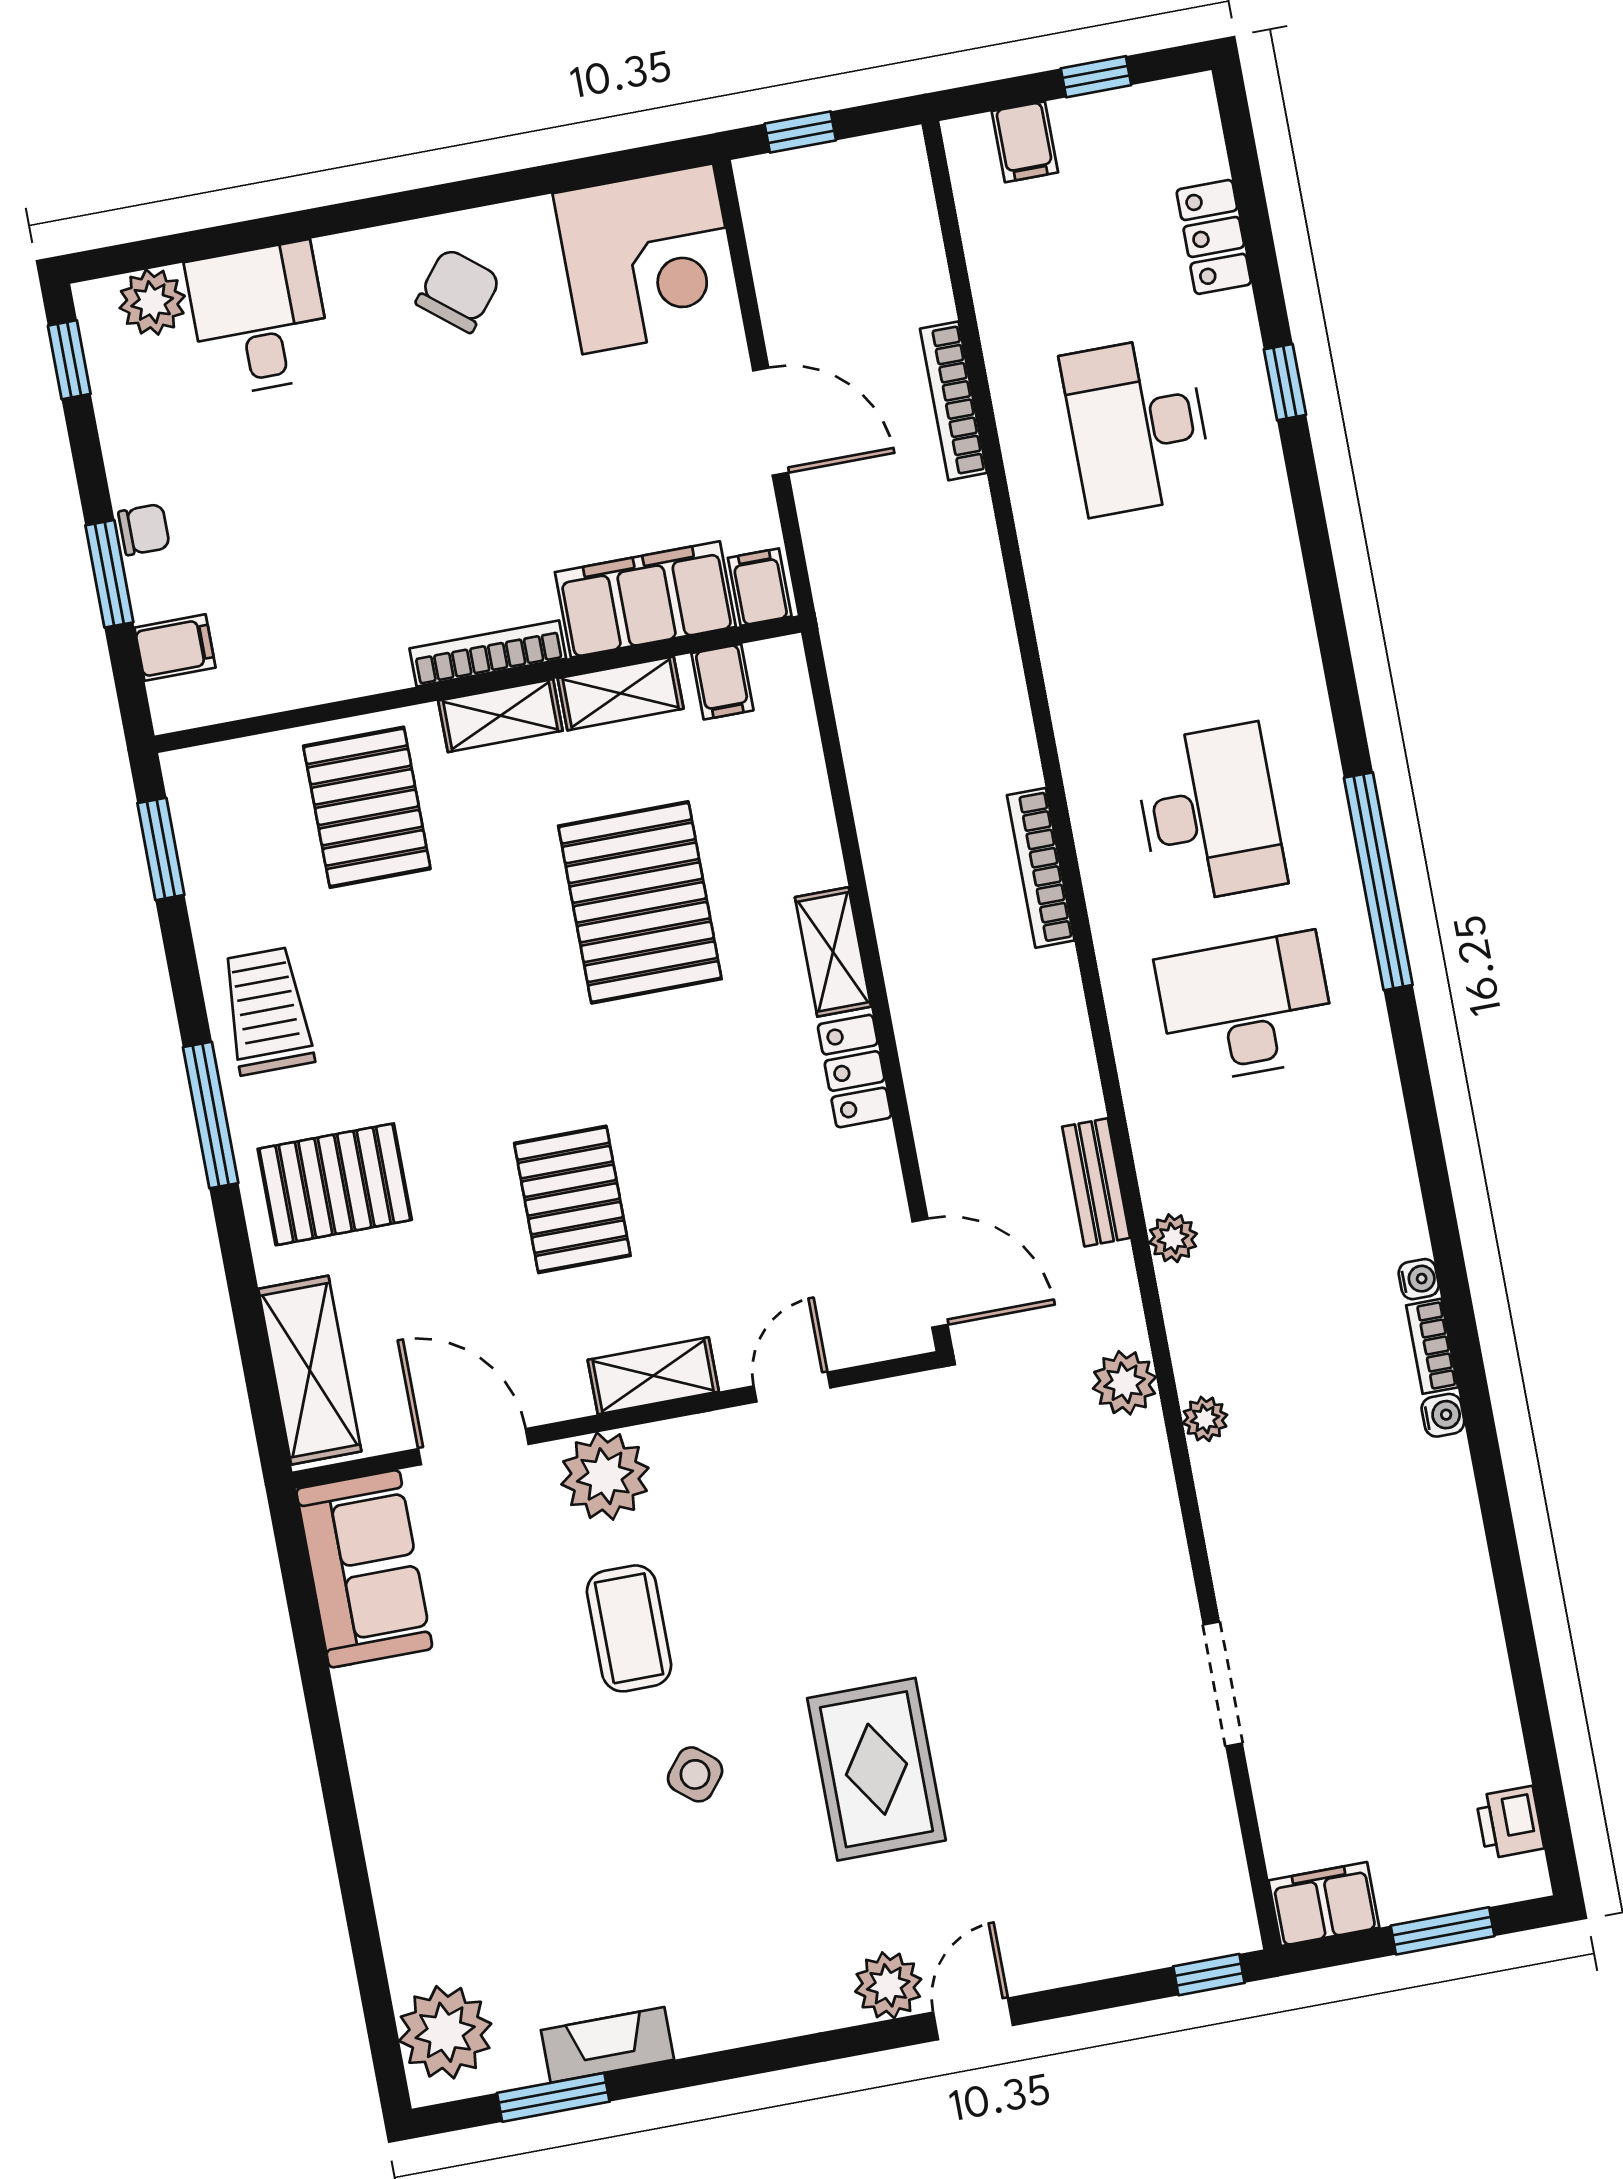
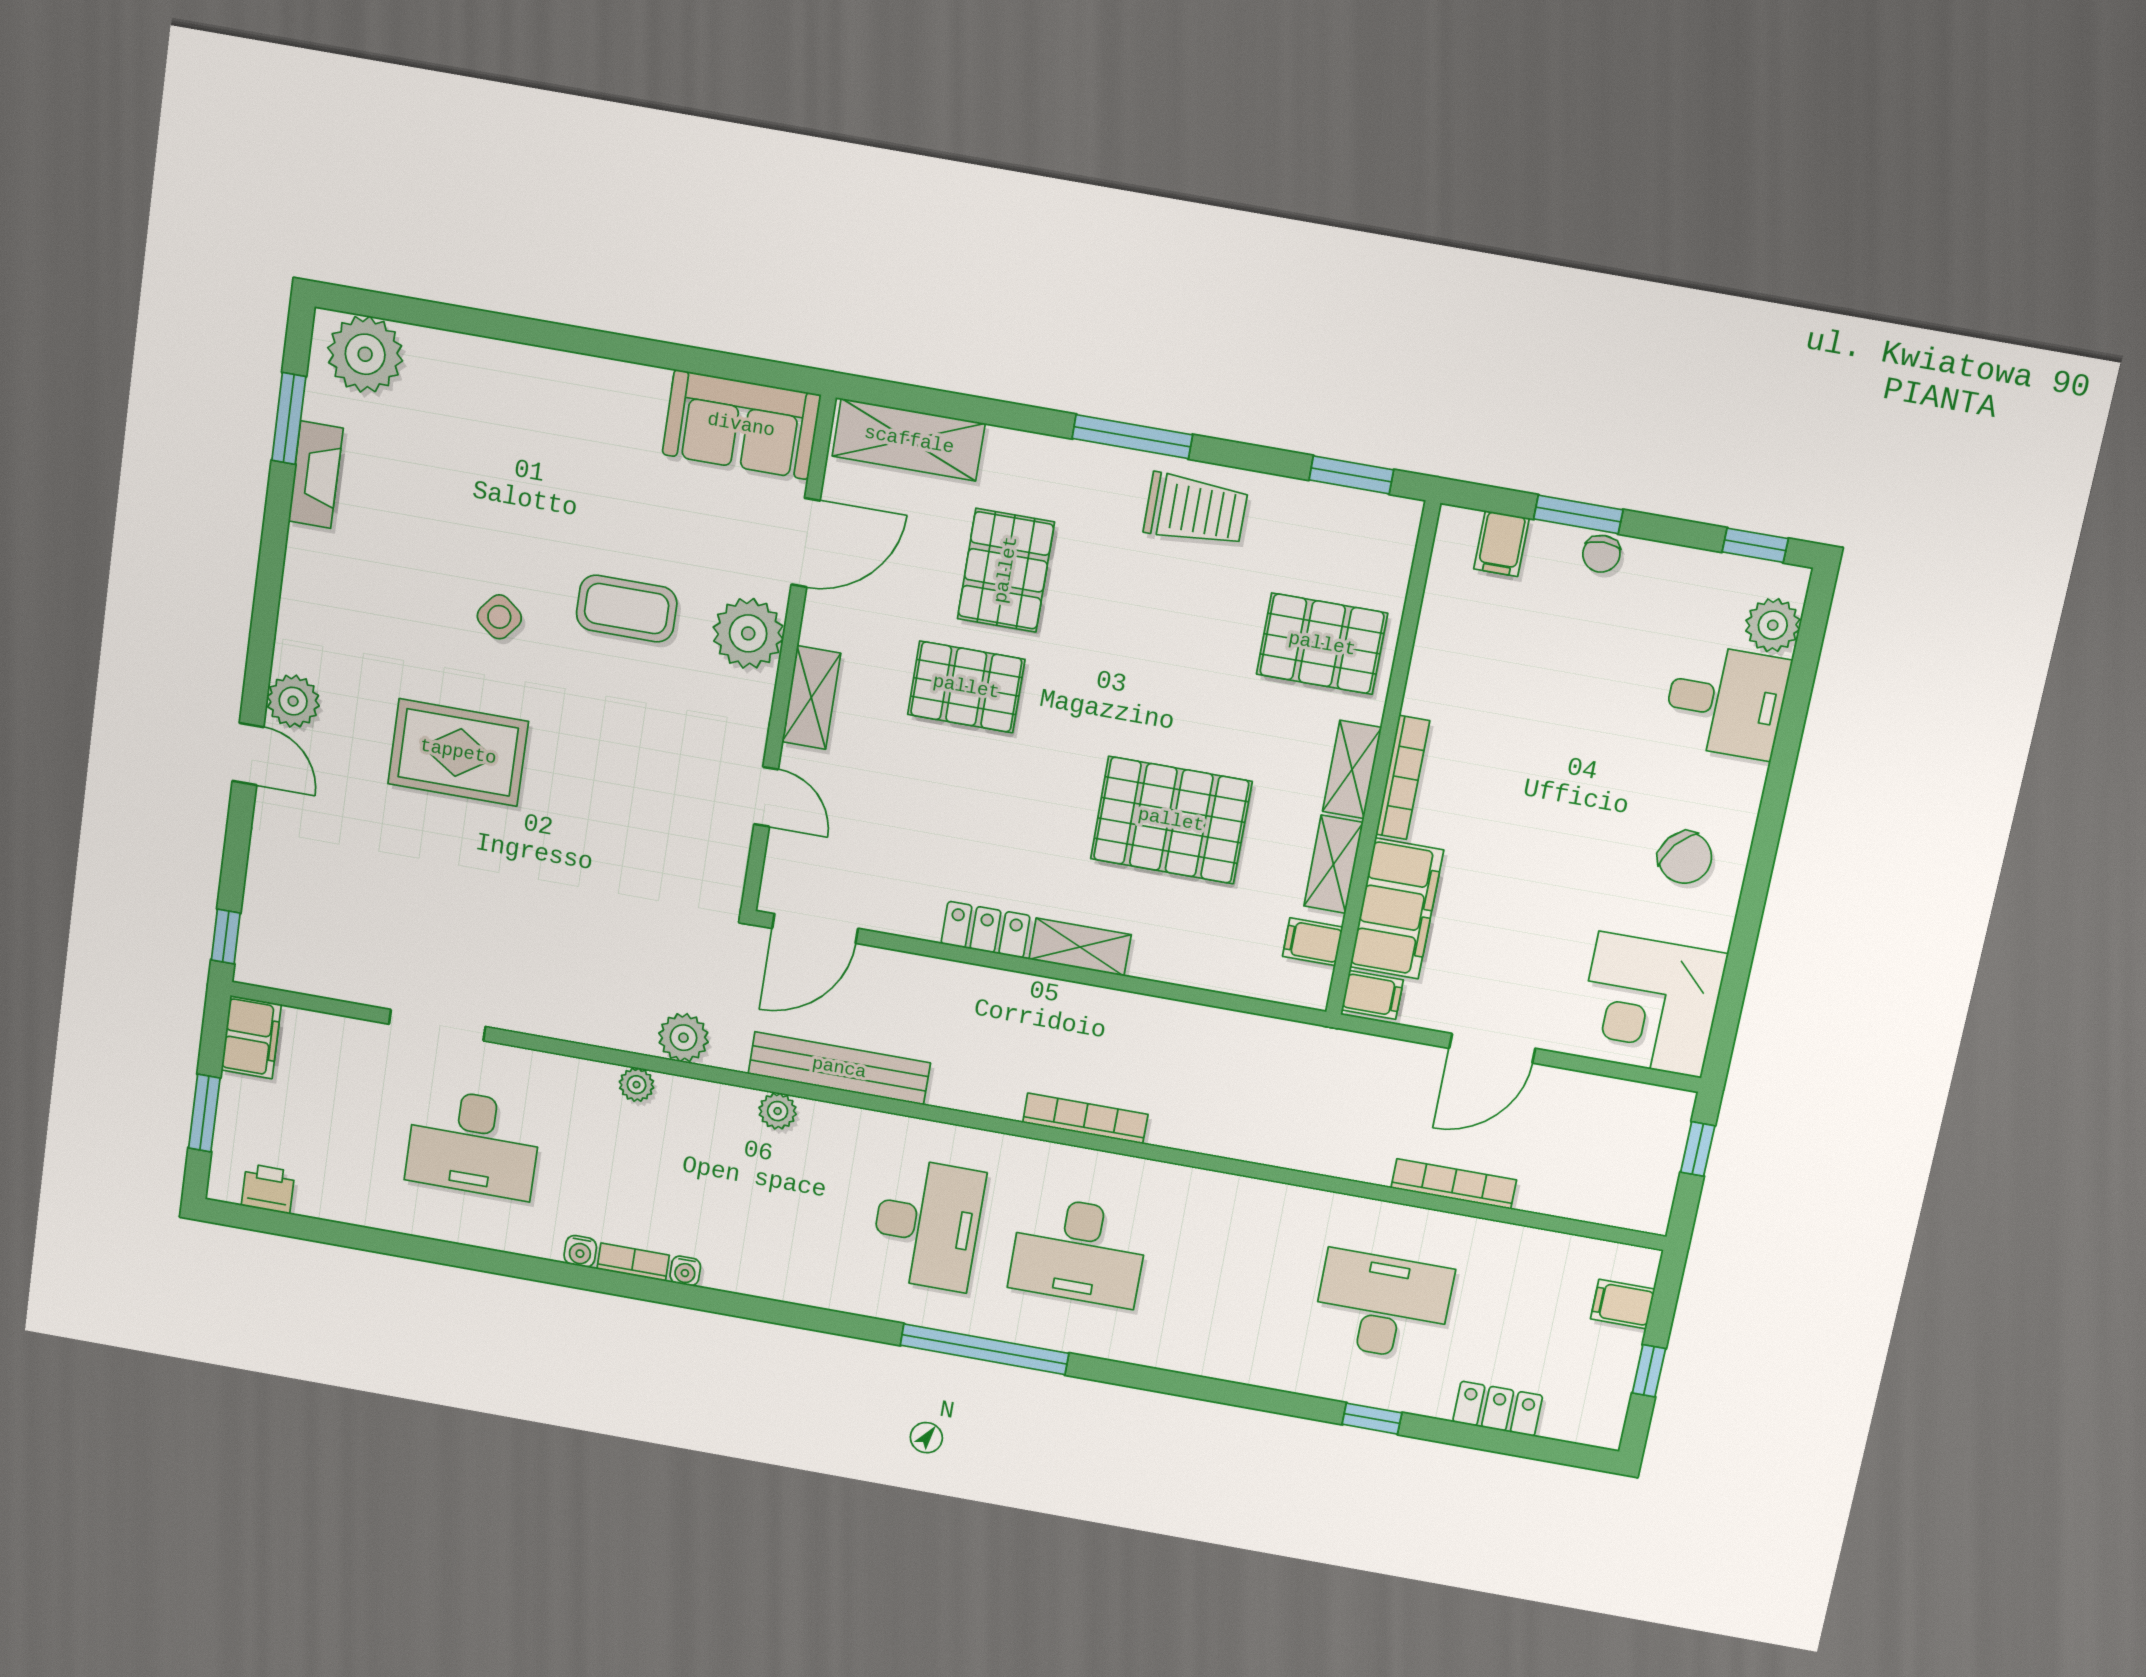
bench: (1096, 1182) -> (839, 1068), width x1.86, depth x1.21
pallet: (335, 1184) -> (1006, 570), moved
desk: (1355, 1591) -> (473, 1143), added

